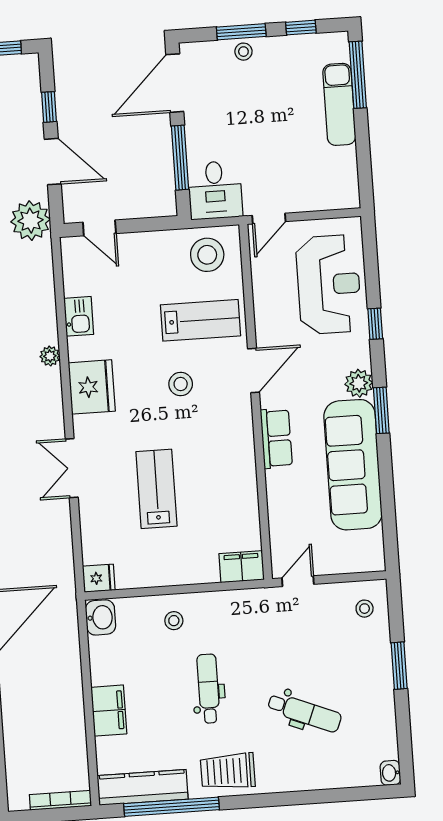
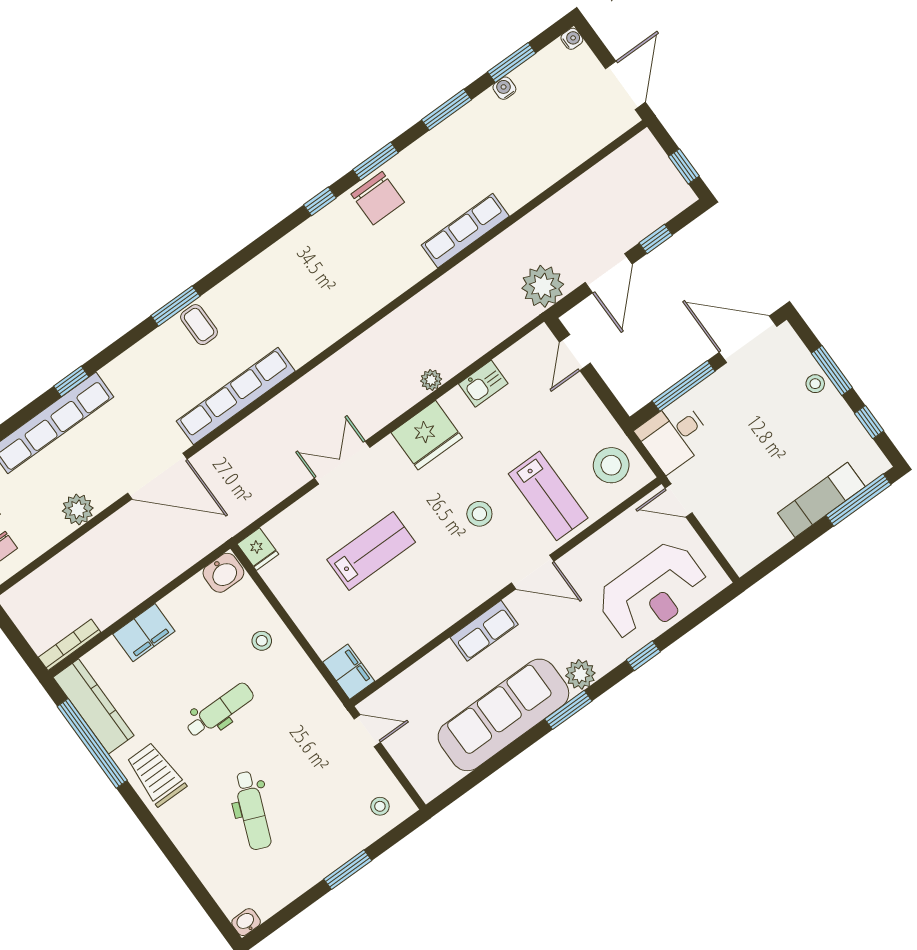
bookcase: (60, 800) -> (70, 645), moved, turned -90

